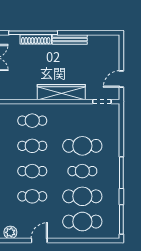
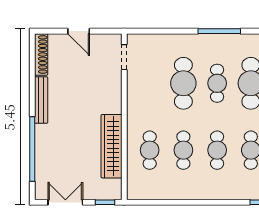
shoe rack: (36, 39) -> (41, 54), moved
door: (121, 79) -> (79, 31), moved
wardrobe: (61, 92) -> (111, 146), moved

